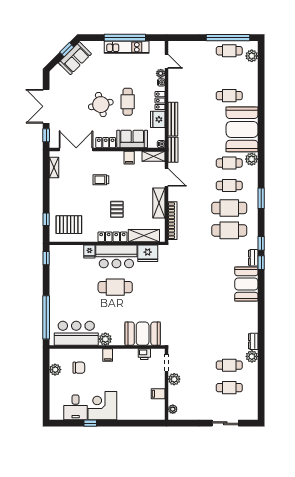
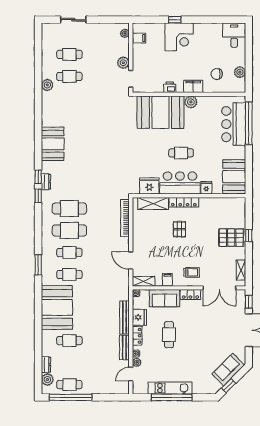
sofa: (75, 58) -> (228, 370), moved
door: (167, 61) -> (131, 374), hinge flipped
round table: (101, 105) -> (195, 332), removed
bench: (173, 150) -> (124, 347), moved
plant: (252, 159) -> (47, 278), removed
trolley: (101, 180) -> (192, 272), moved
window: (261, 198) -> (38, 265), moved
shelving: (159, 203) -> (138, 235), removed
window: (46, 219) -> (249, 236), moved
pallet: (69, 225) -> (231, 238), moved
window: (46, 258) -> (249, 181), removed
booth: (61, 263) -> (234, 177), added
booth: (246, 284) -> (53, 144), moved
cafe table: (115, 287) -> (181, 153), width x0.73, depth x0.74
bar counter: (76, 333) -> (234, 124), moved, turned 90
booth: (143, 334) -> (160, 112), width x1.36, depth x1.42
dresser: (253, 341) -> (46, 365), moved
printer: (144, 354) -> (170, 87), moved
filing cabinet: (108, 355) -> (193, 86), width x2.00
filing cabinet: (158, 394) -> (139, 38), moved
corner desk: (102, 406) -> (179, 37), moved
desk: (76, 407) -> (234, 35), moved
window: (90, 423) -> (175, 20), moved

